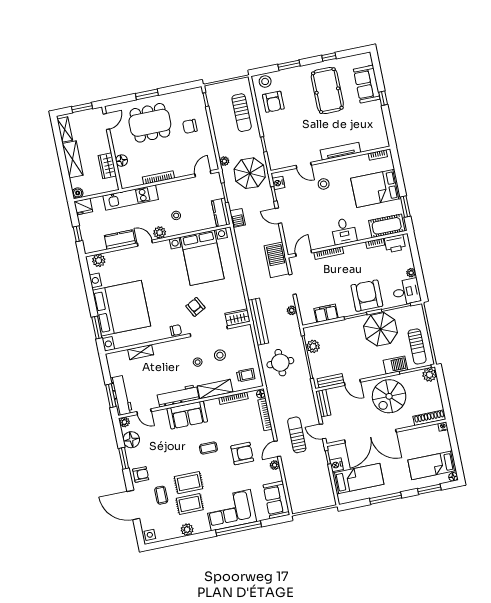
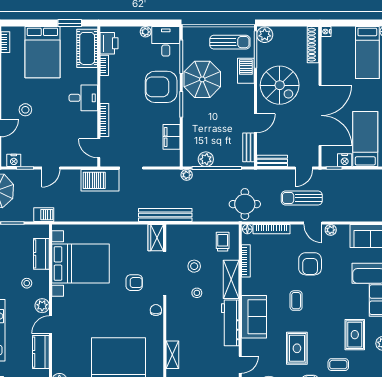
kitchen counter: (221, 212) -> (41, 254), moved, turned 90
armchair: (195, 307) -> (134, 283), turned -152
plant: (292, 310) -> (187, 175), moved
round table: (280, 363) -> (245, 204), moved
armchair: (242, 454) -> (310, 264), turned 180
rug: (189, 483) -> (297, 348), moved

